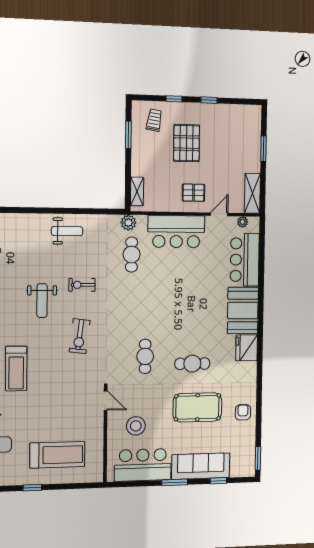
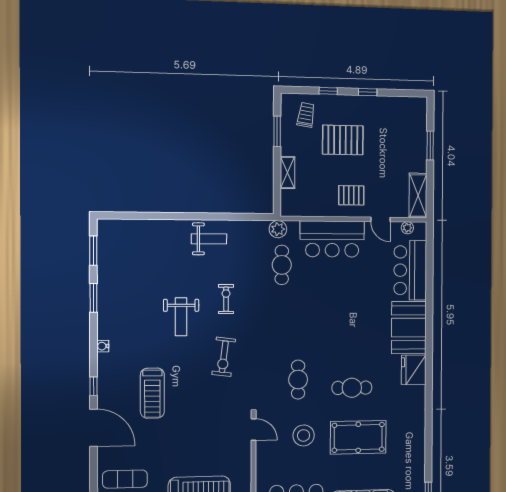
pallet: (187, 143) -> (343, 140), turned 90
shelving: (137, 191) -> (287, 173), moved
door: (219, 214) -> (381, 219), swing flipped
exercise bike: (82, 285) -> (226, 299), turned 90
armchair: (243, 412) -> (410, 443), removed
stool: (136, 426) -> (304, 435), moved

